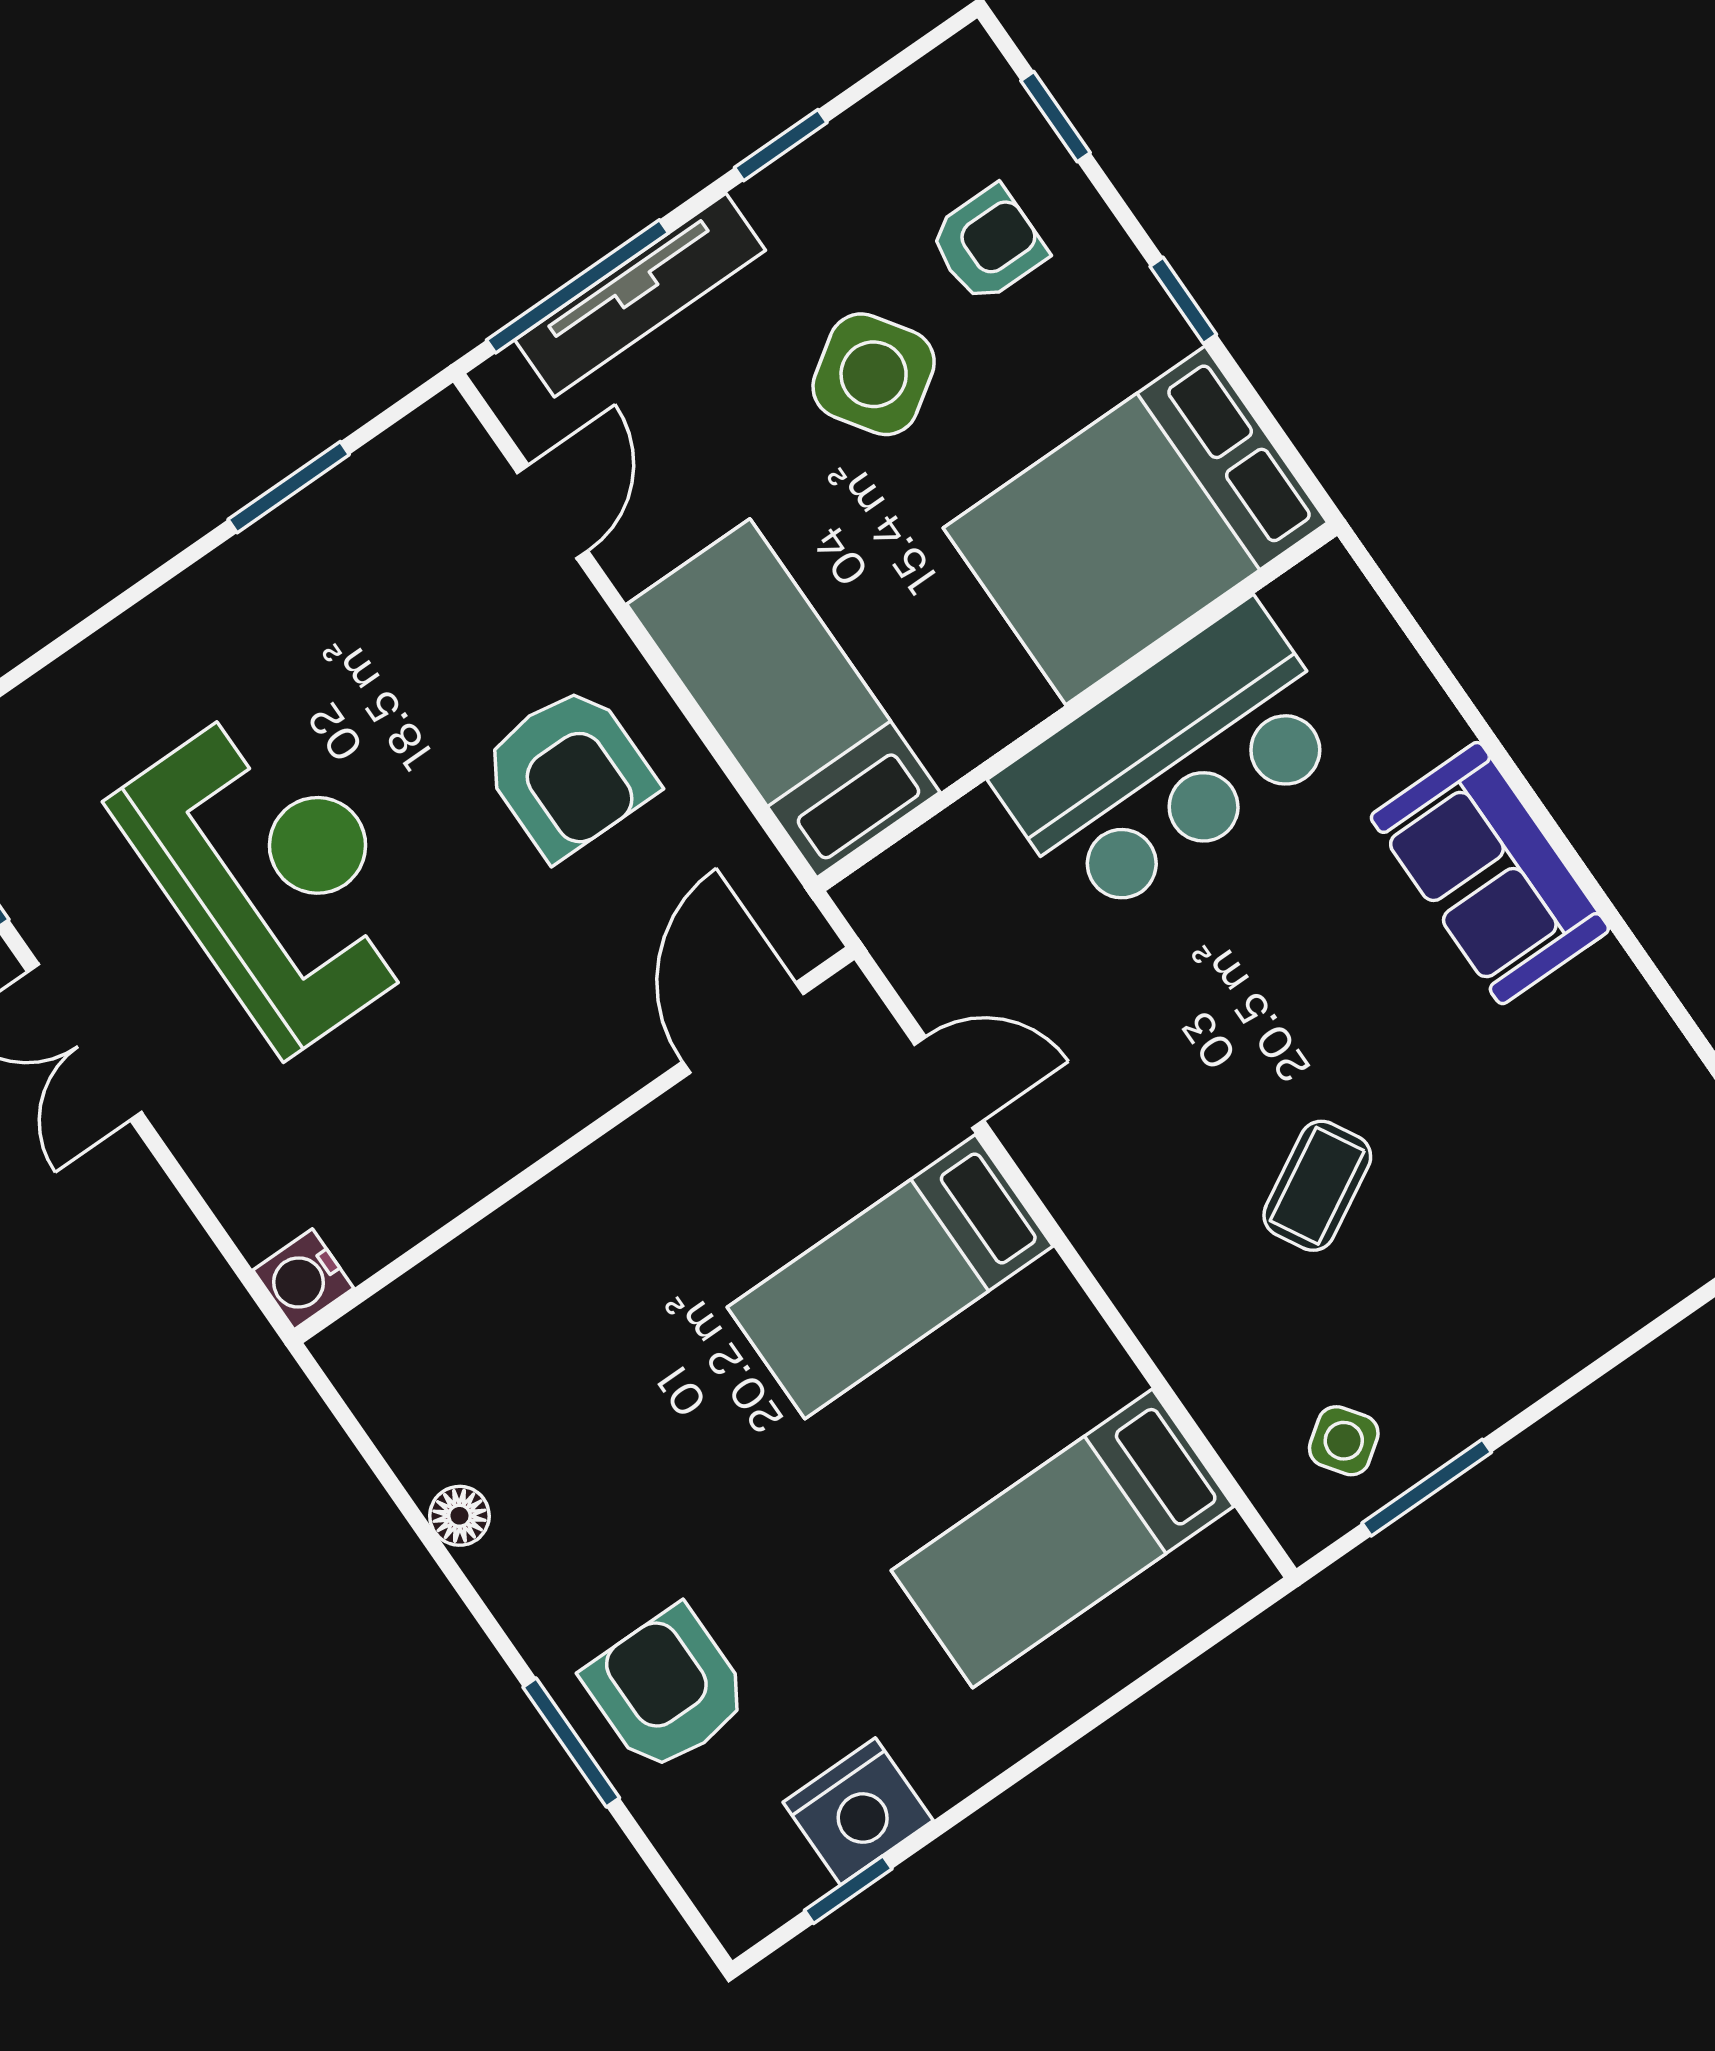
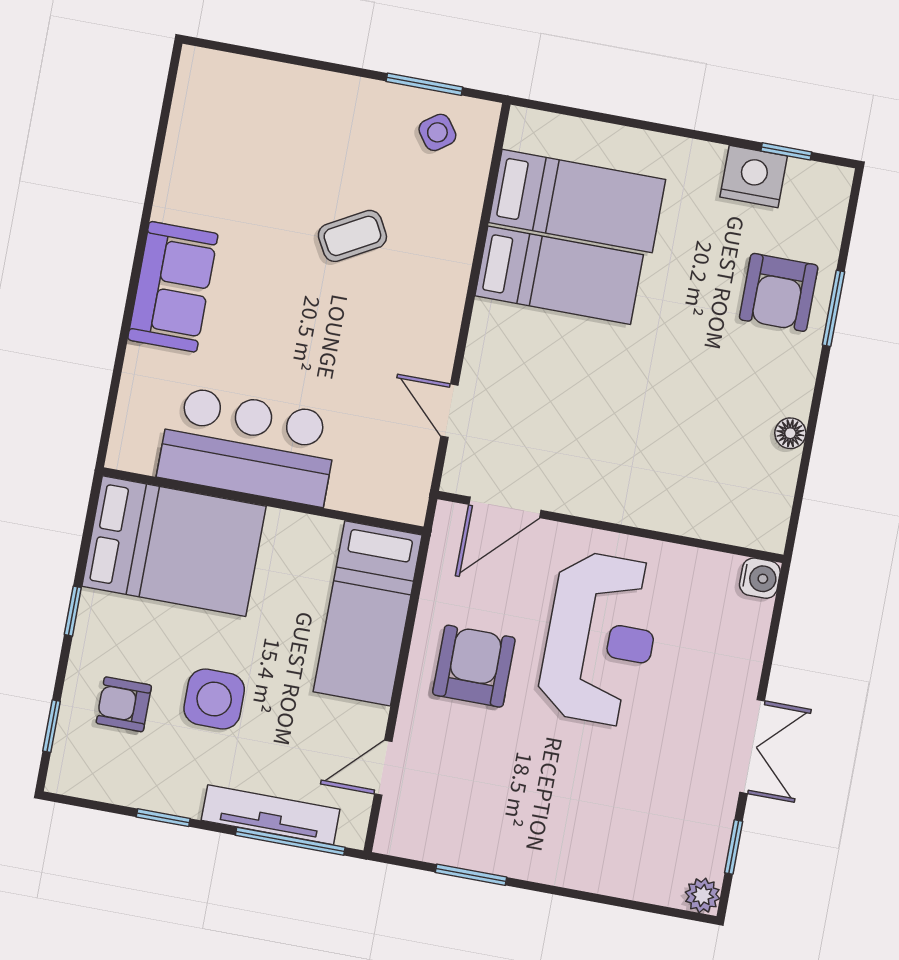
side table: (874, 374) -> (214, 699), turned 34
reception desk: (275, 875) -> (600, 639), moved, turned 180
bed: (890, 1277) -> (559, 275), moved

